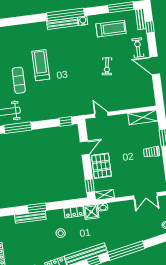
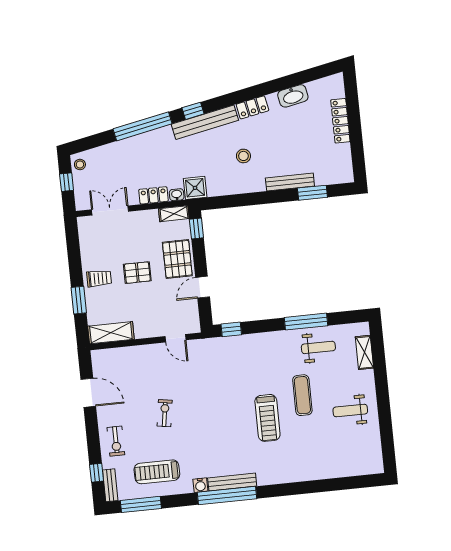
door: (155, 65) -> (88, 393), moved
pallet: (127, 156) -> (137, 273), added
window: (37, 208) -> (312, 193), moved
locker: (74, 212) -> (153, 195), moved

